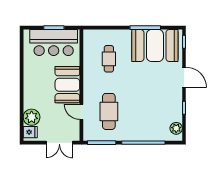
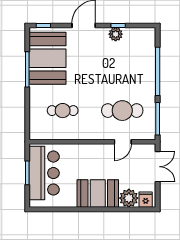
booth: (67, 85) -> (98, 194), moved
plant: (176, 128) -> (116, 34), moved

